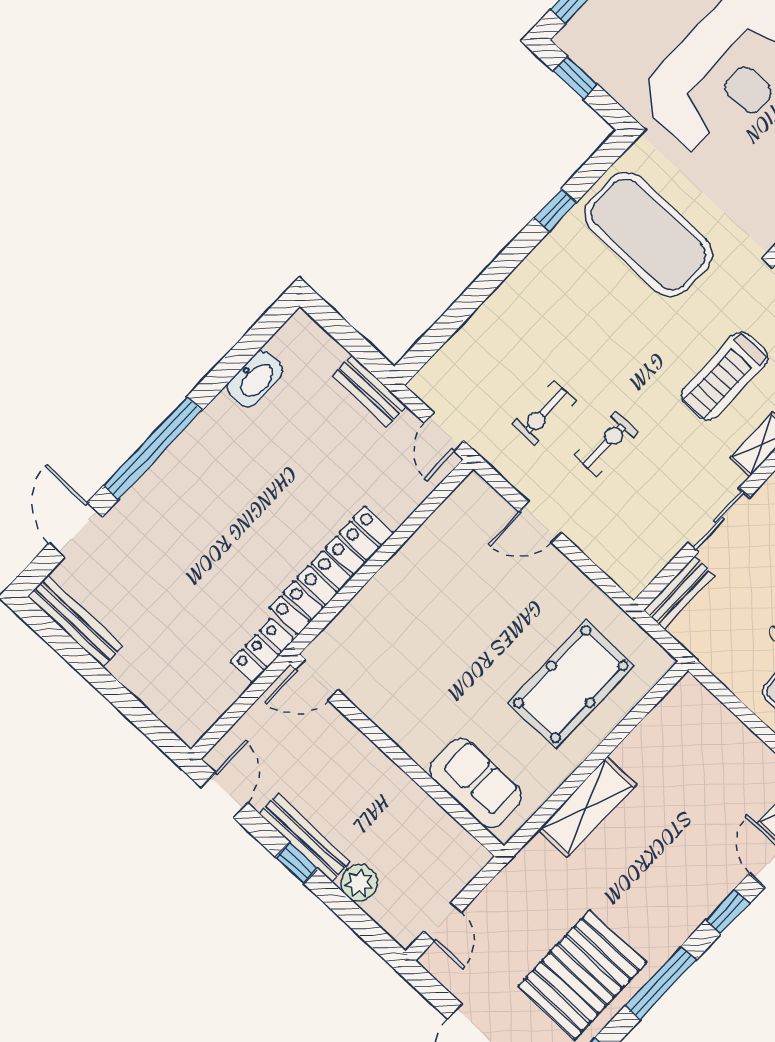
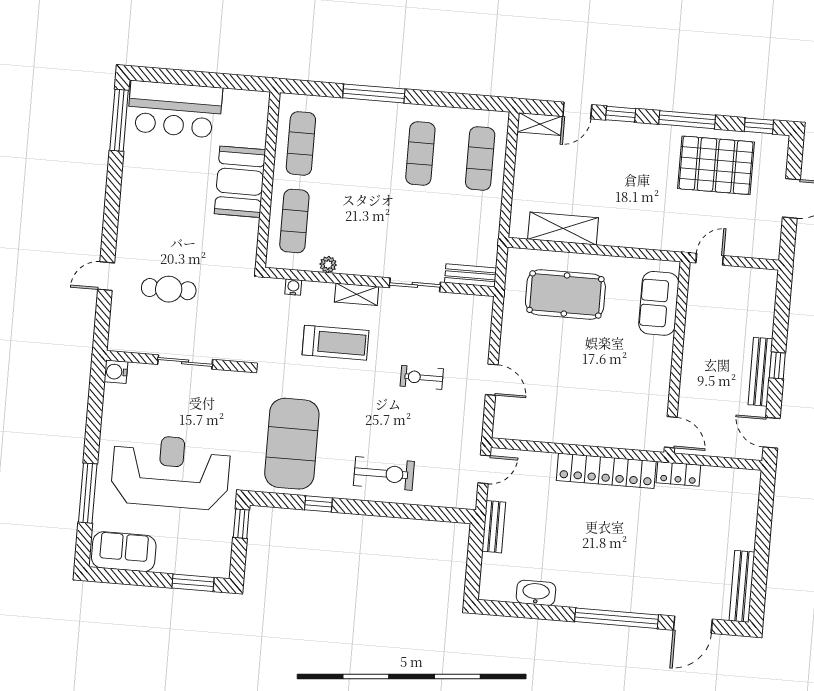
window: (575, 78) -> (241, 524), moved
exercise bike: (544, 413) -> (384, 473), moved, width x1.38, depth x1.39
door: (224, 795) -> (772, 433), hinge flipped
shelving: (587, 807) -> (563, 229), moved
plant: (359, 883) -> (761, 323), removed
door: (443, 922) -> (710, 259), moved

